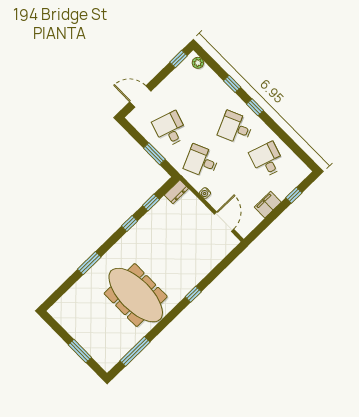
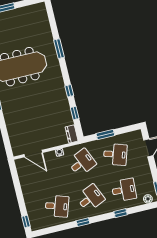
desk: (204, 96) -> (124, 190), added
window: (255, 107) -> (83, 222), moved
window: (294, 195) -> (26, 222), moved
filing cabinet: (268, 205) -> (27, 189), removed

